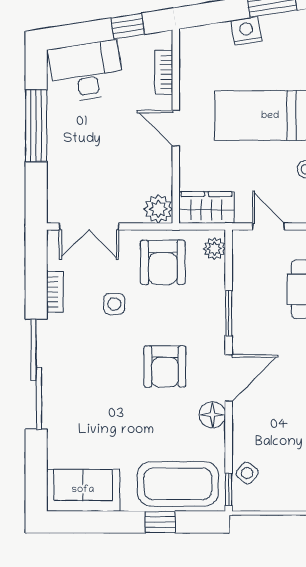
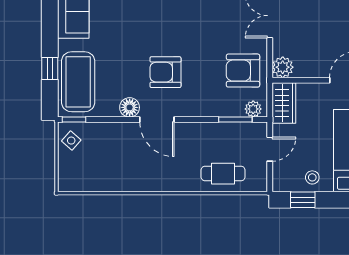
side table: (114, 304) -> (212, 34), removed
window: (229, 313) -> (235, 120), moved
side table: (247, 473) -> (71, 141), moved

